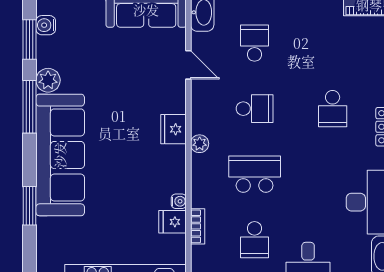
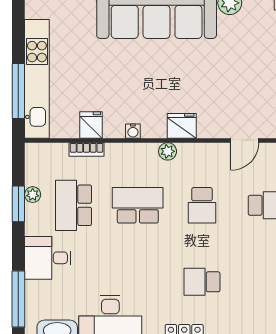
school desk: (255, 174) -> (138, 205), turned -90
water cooler: (179, 201) -> (133, 131), moved
school desk: (255, 240) -> (73, 205), width x1.85

